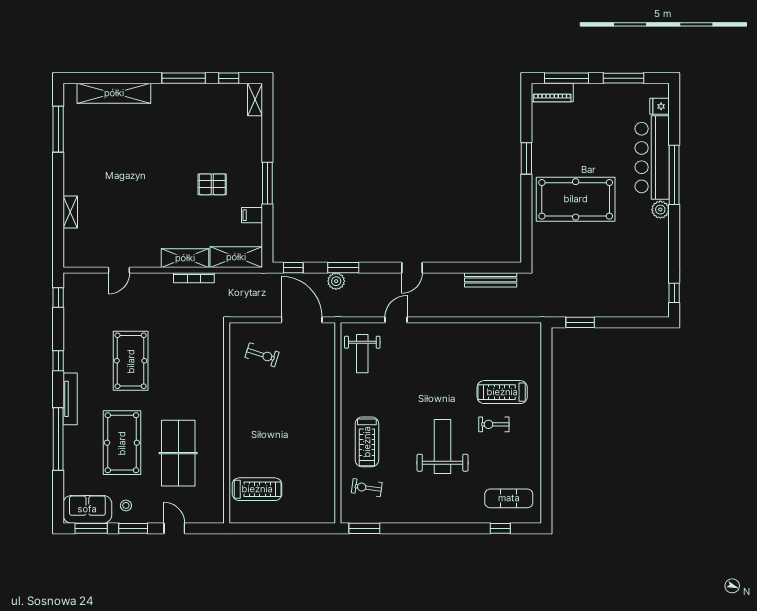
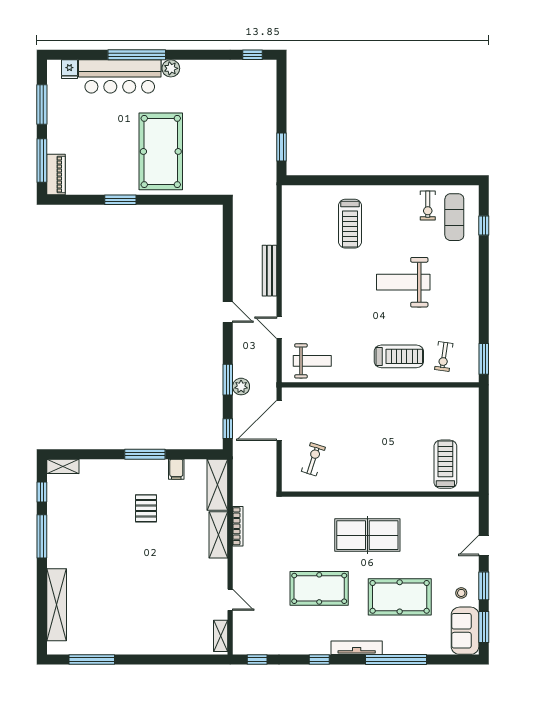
shelving: (70, 212) -> (221, 636), moved, turned 90
bench: (491, 280) -> (269, 271), moved
exercise bike: (494, 424) -> (428, 206), moved
table tennis table: (178, 453) -> (367, 535), moved

